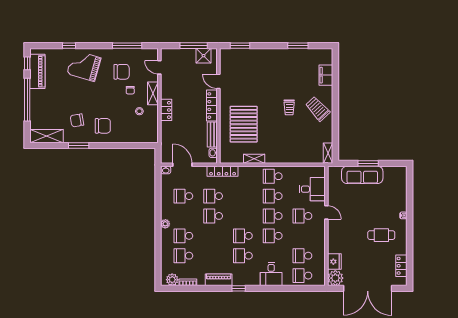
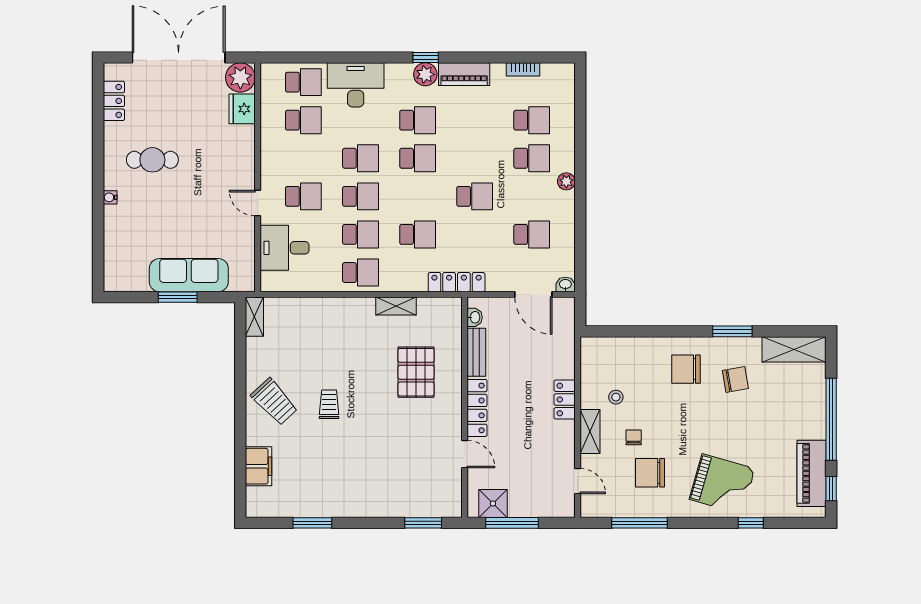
pallet: (244, 124) -> (416, 372), width x0.73, depth x0.71
school desk: (213, 196) -> (418, 234), moved
desk: (271, 274) -> (356, 85), width x1.37
plant: (172, 280) -> (425, 74), moved

